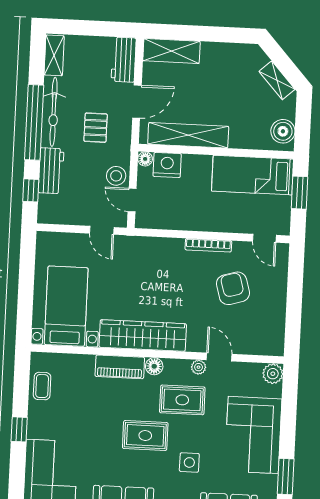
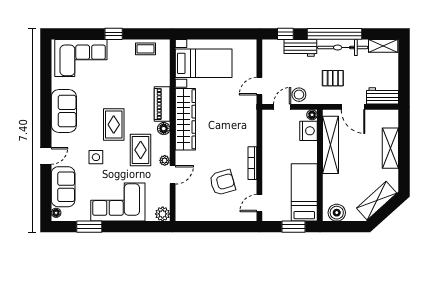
shelving: (171, 51) -> (390, 148), moved
shelving: (277, 80) -> (377, 201), width x1.50, depth x1.33

